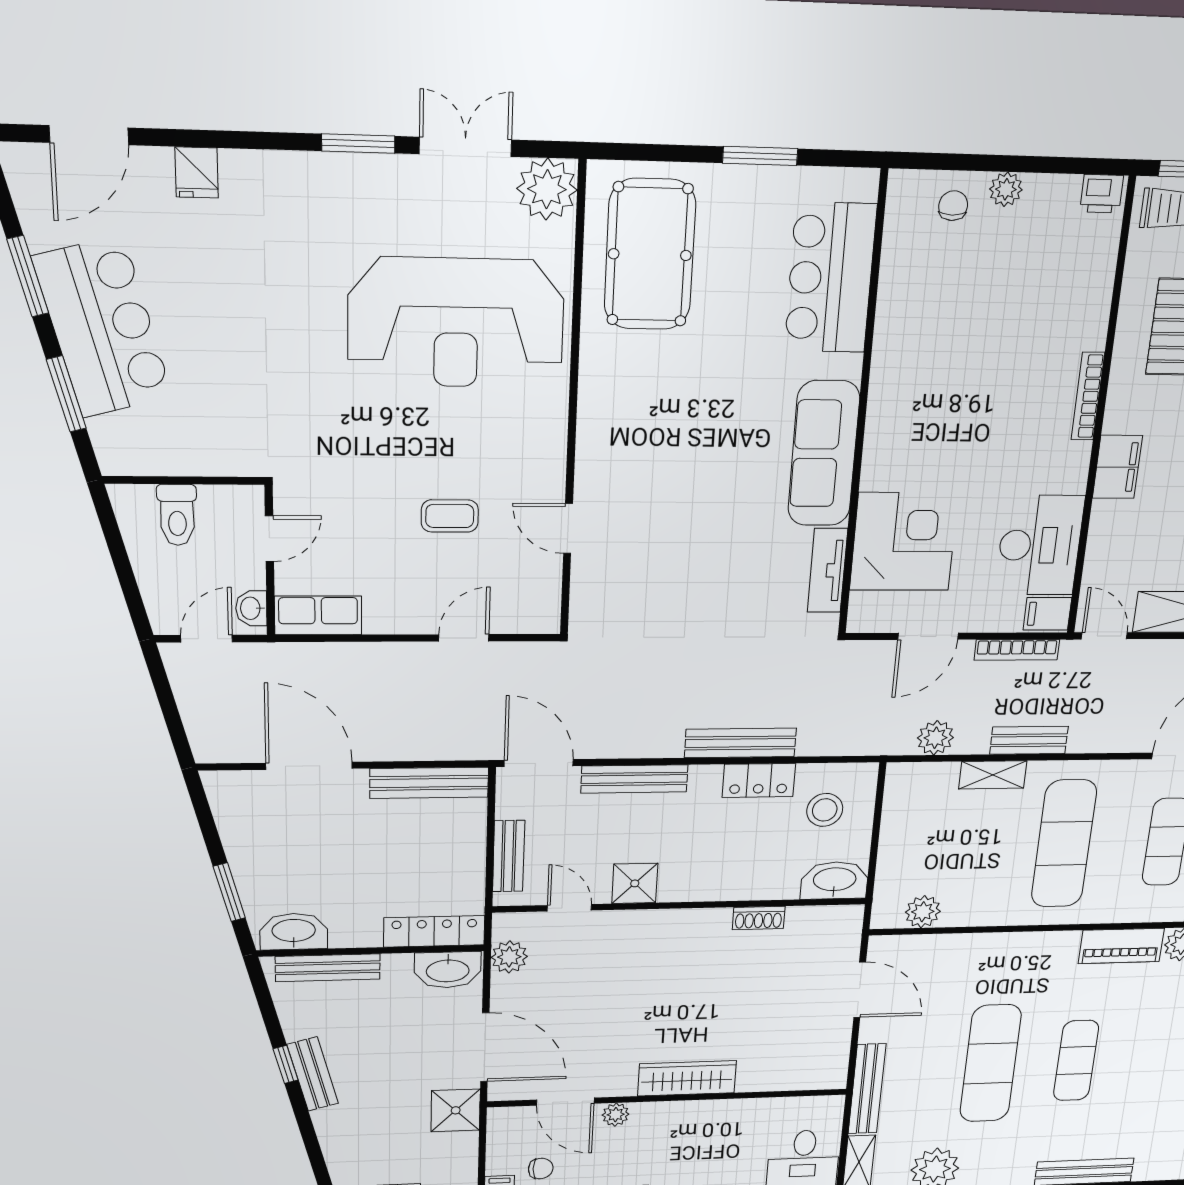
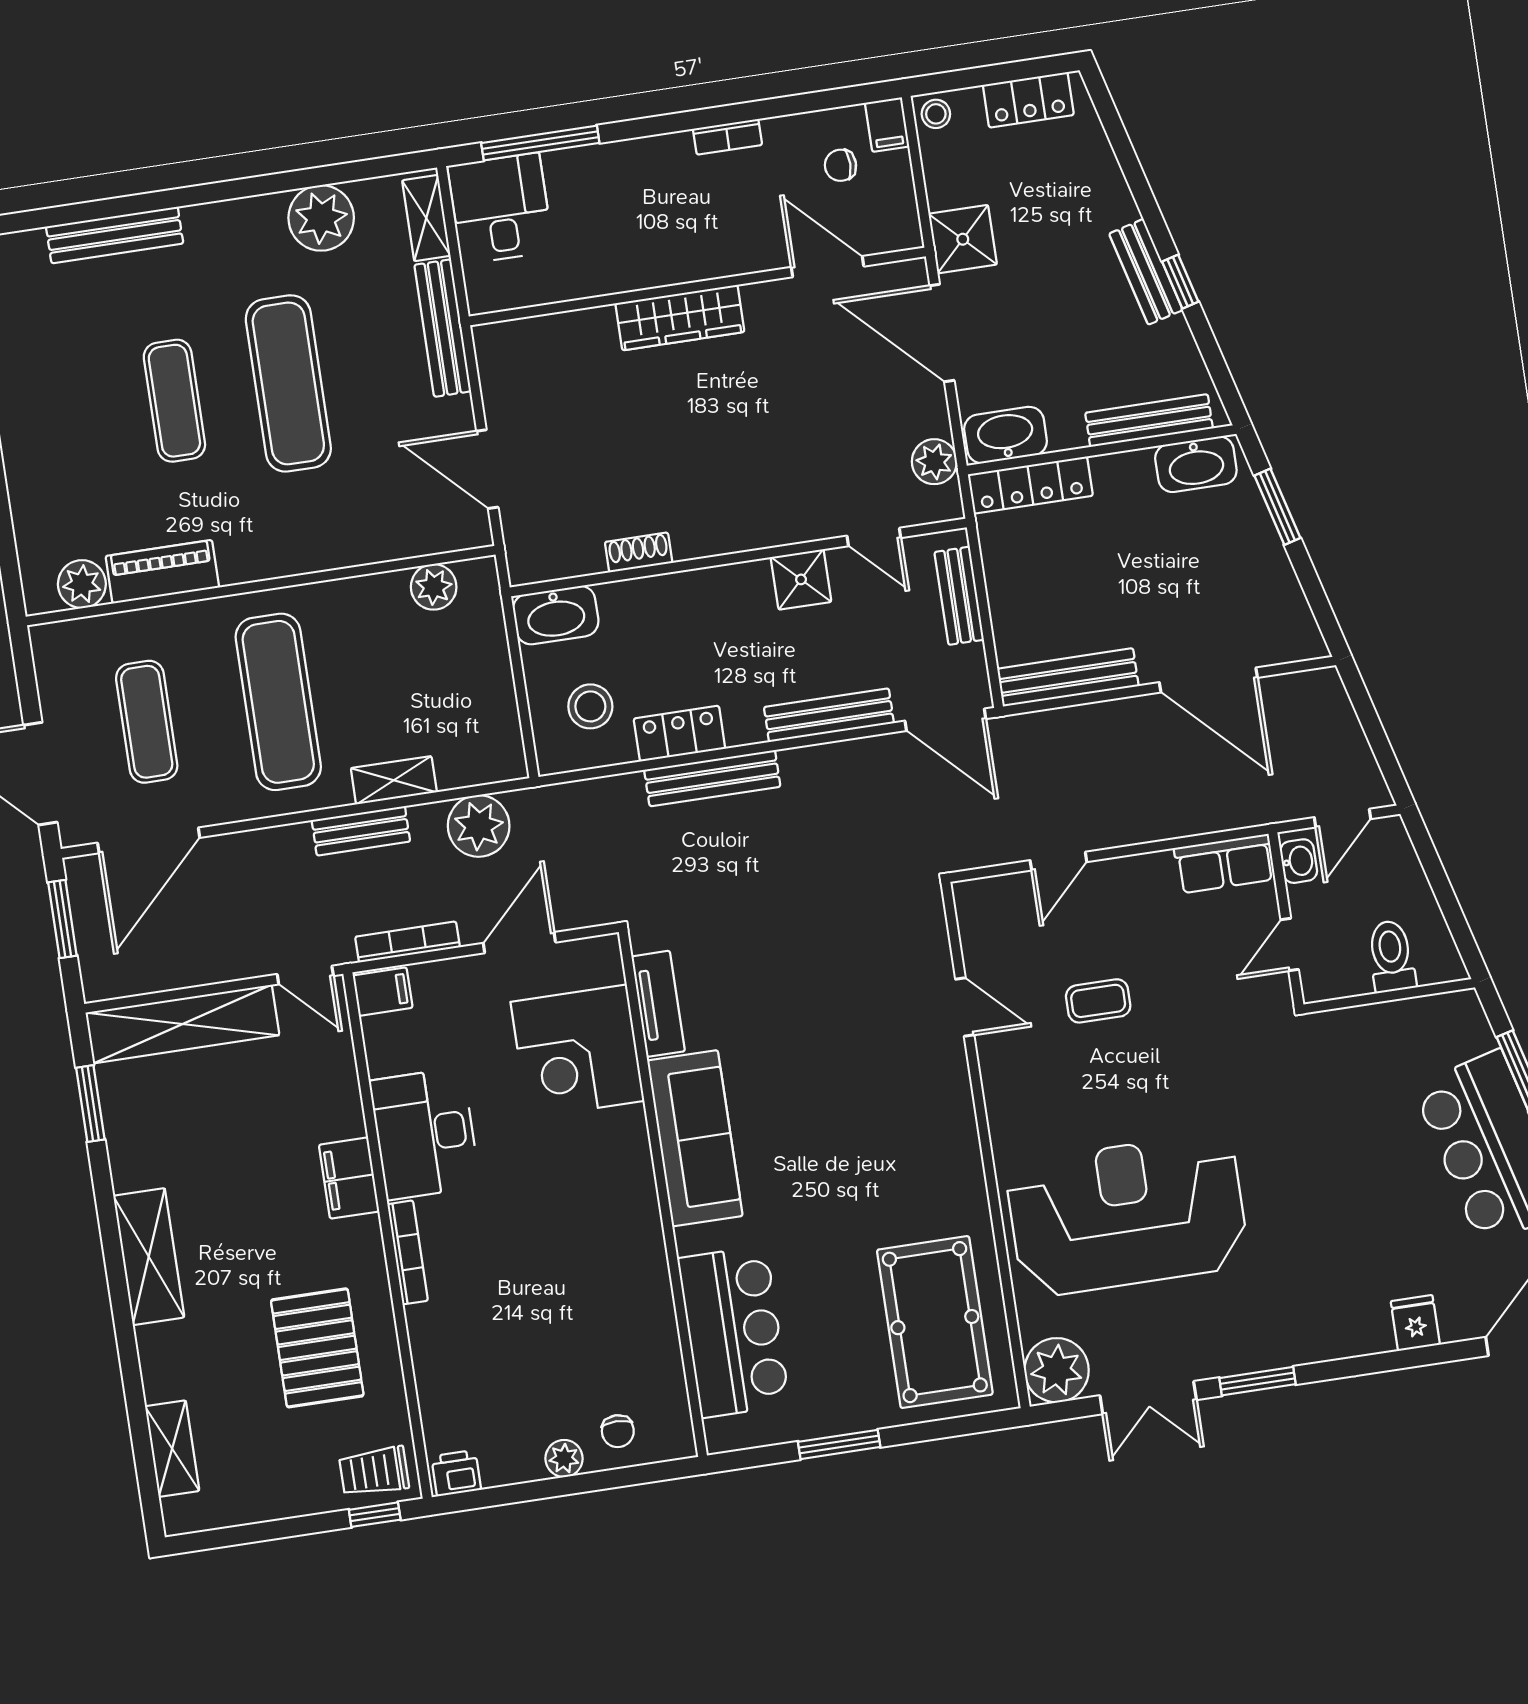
desk: (1040, 545) -> (425, 1134), moved
plant: (935, 738) -> (479, 826), width x1.36, depth x1.36
plant: (616, 1115) -> (760, 255), removed

